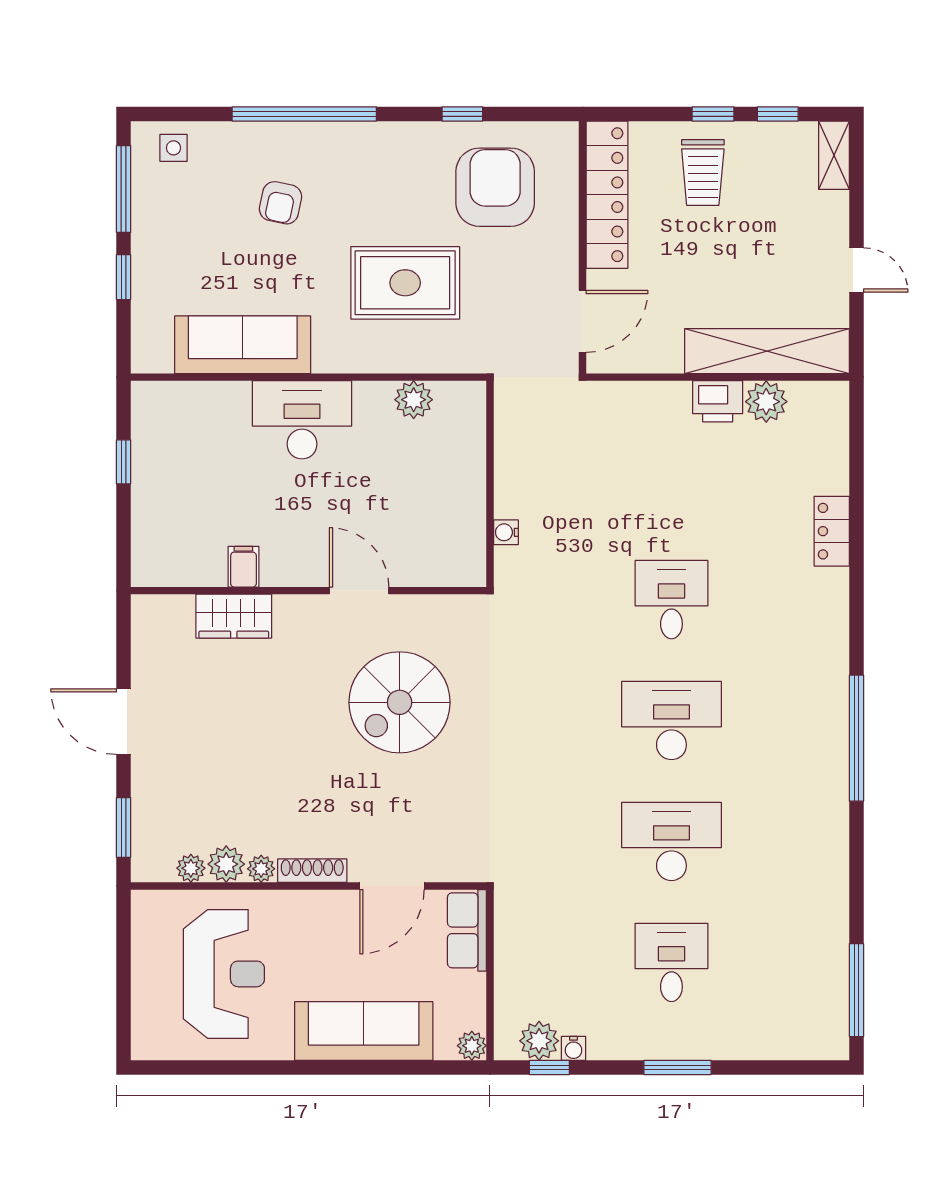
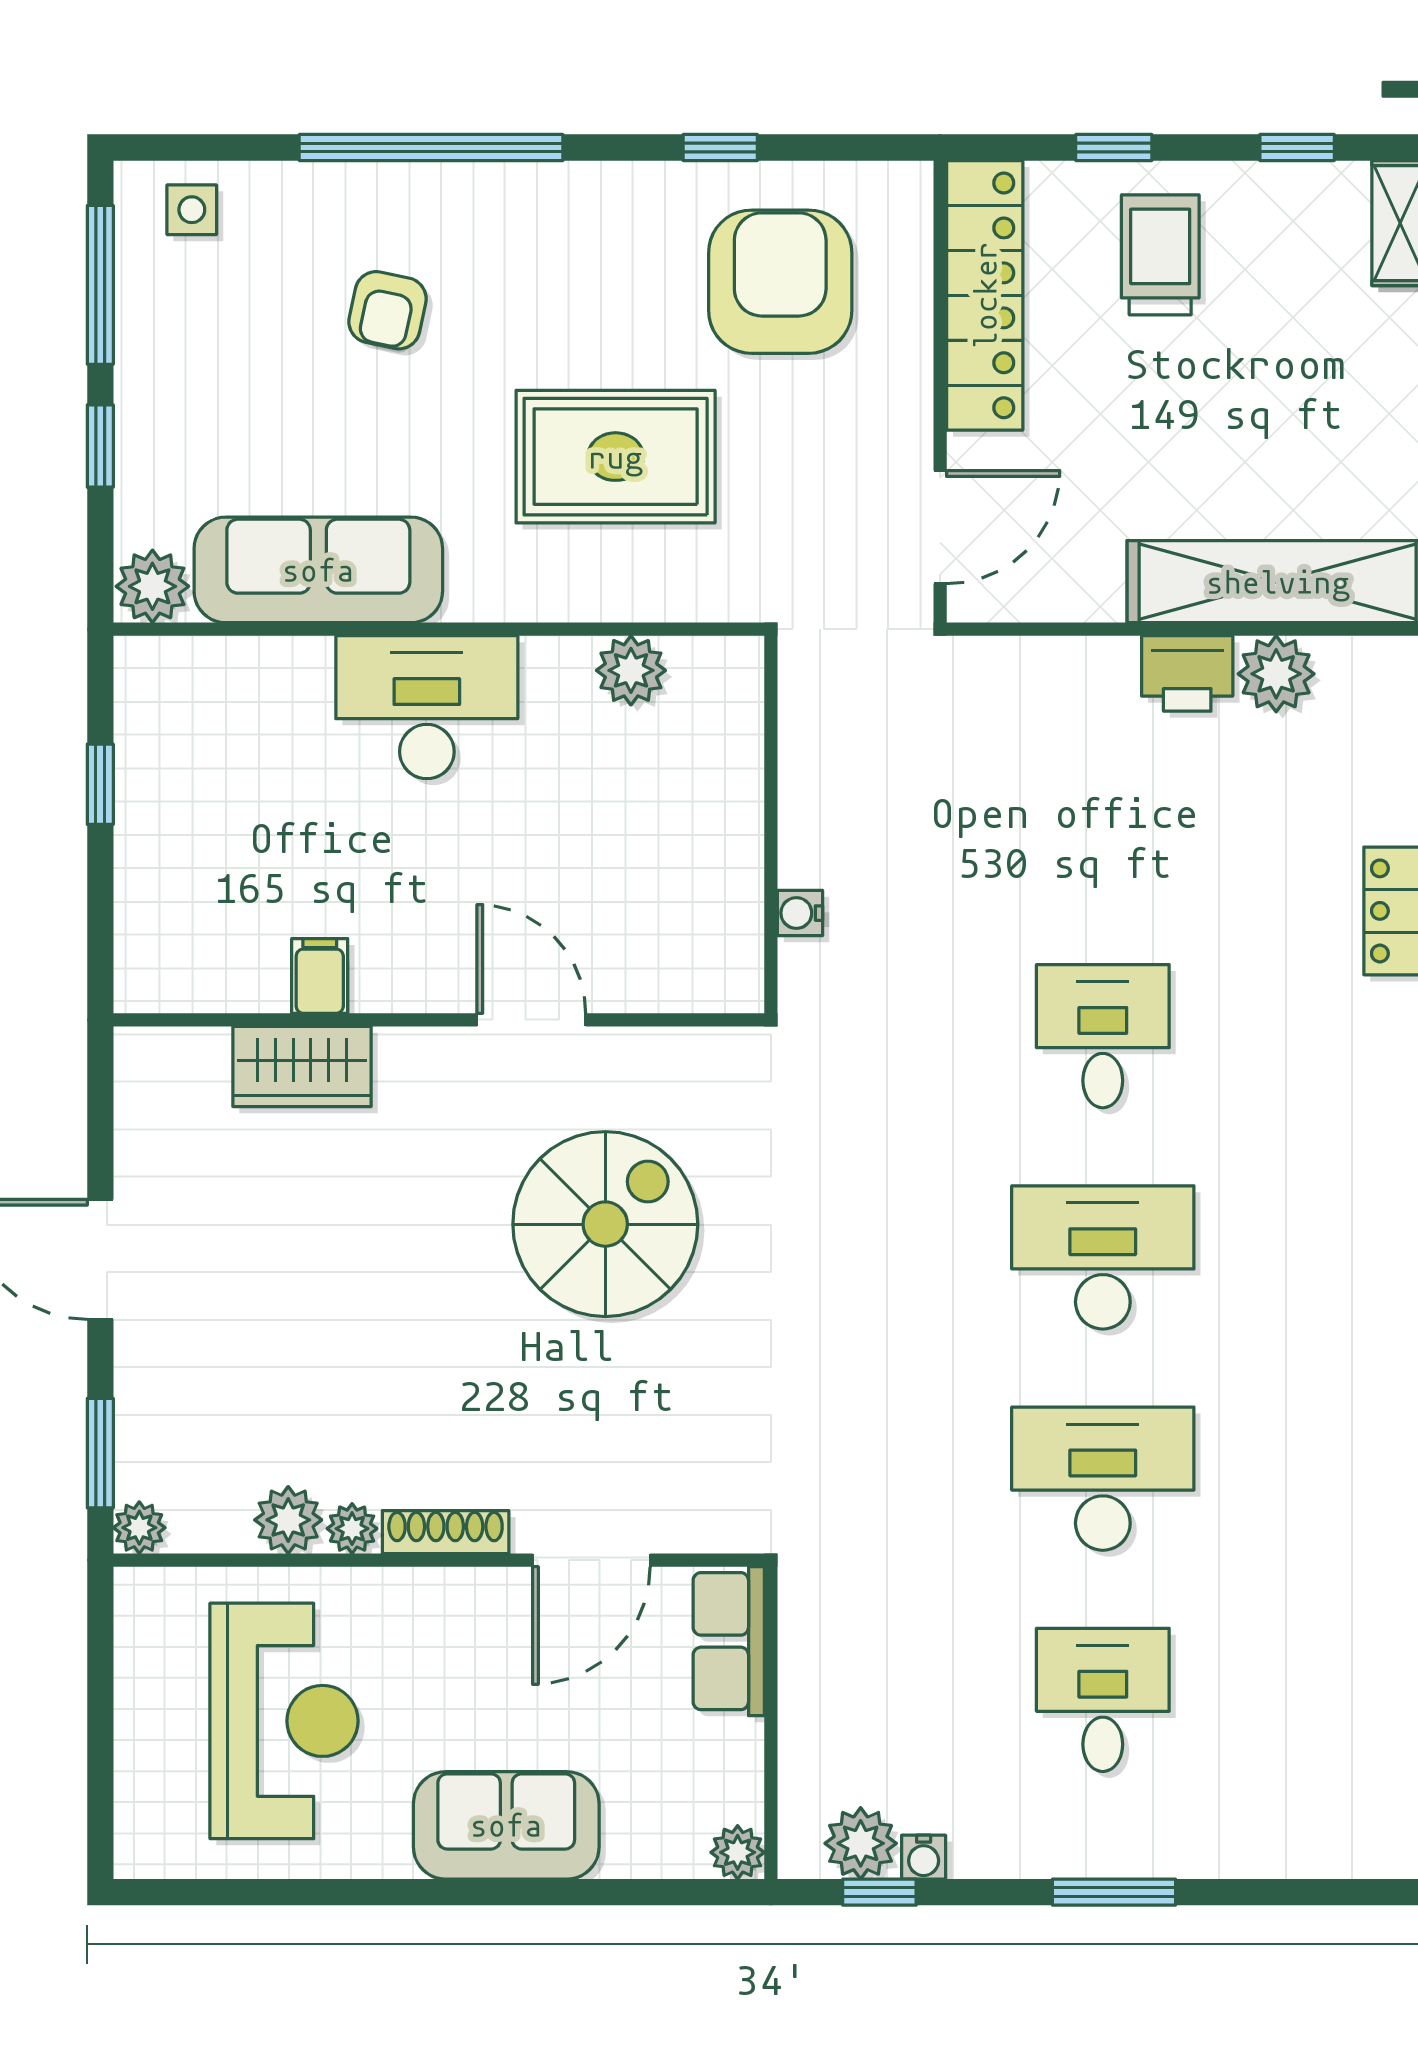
window: (713, 114) -> (1114, 148), moved
trolley: (703, 173) -> (1160, 255), turned 180
plant: (152, 354) -> (152, 586), added
spiral stairs: (400, 702) -> (605, 1224), turned 180
plant: (191, 868) -> (139, 1528), moved
sofa: (364, 1031) -> (506, 1825), width x0.73

